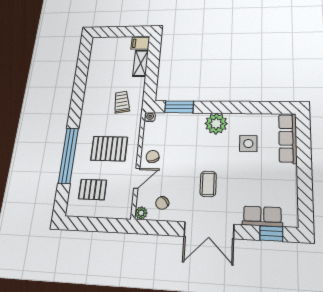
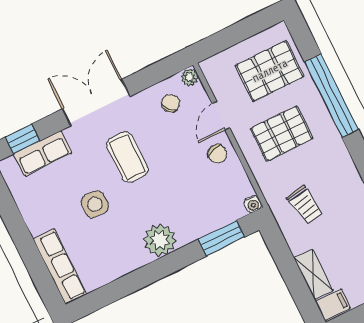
side table: (248, 144) -> (95, 204), moved
coffee table: (208, 184) -> (127, 157), width x1.36, depth x1.30
pallet: (93, 189) -> (270, 71), width x1.50, depth x1.42

